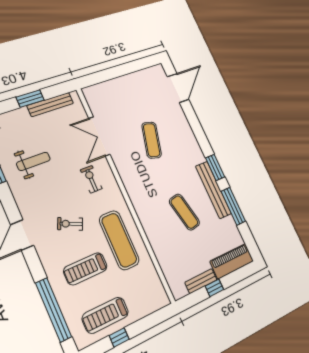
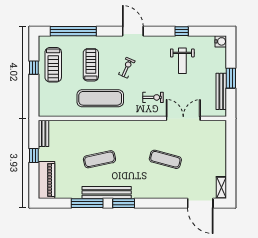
shelving: (153, 71) -> (221, 187), added
bench: (201, 281) -> (44, 133), moved
treadmill: (105, 315) -> (53, 65), turned 180

